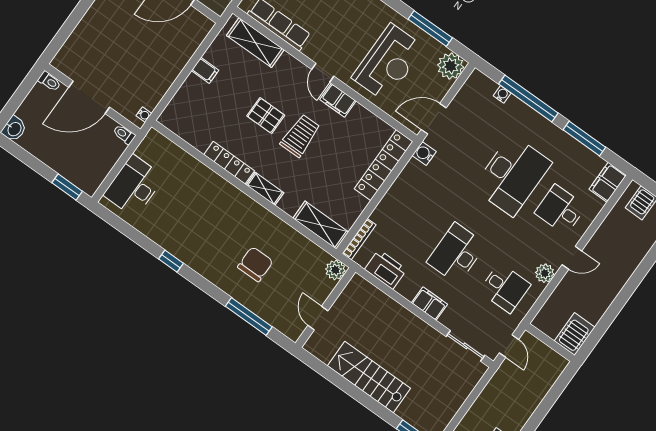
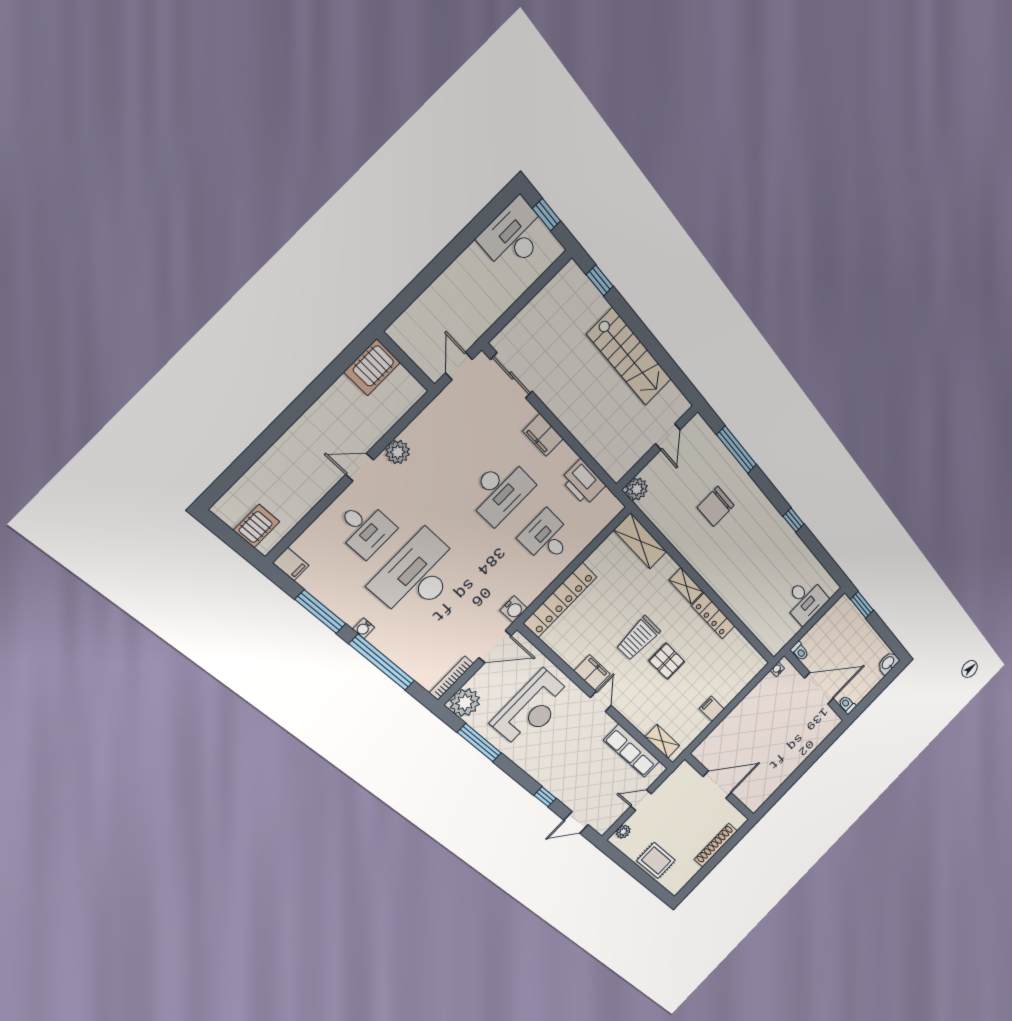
shelving: (255, 43) -> (662, 741), width x0.67, depth x0.75
reception desk: (388, 63) -> (532, 709), turned 180
water cooler: (502, 94) -> (364, 628), moved
filing cabinet: (608, 182) -> (291, 564), width x0.50
desk: (134, 186) -> (805, 600), width x0.73
bookcase: (359, 239) -> (451, 678), moved
desk: (505, 288) -> (546, 538), moved

